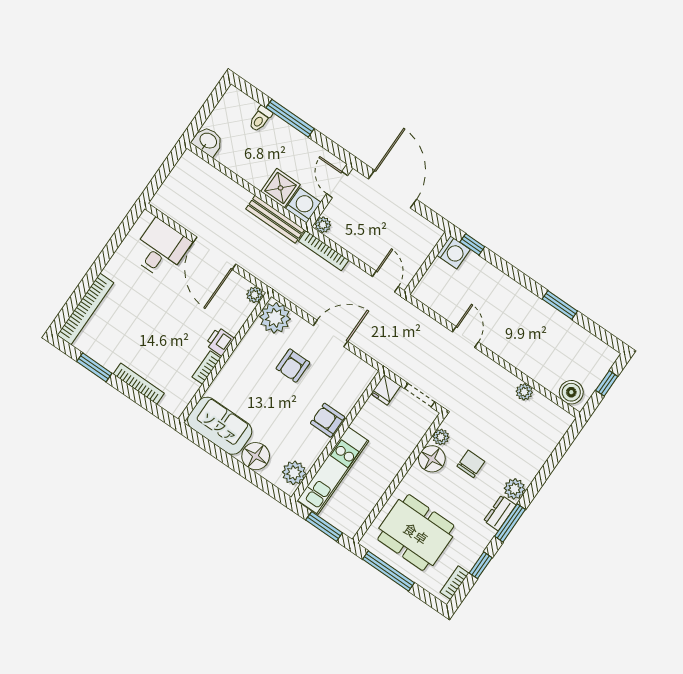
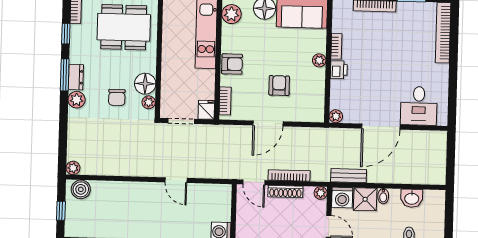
washbasin: (208, 141) -> (412, 198), moved
bidet: (259, 179) -> (383, 196), added
bench: (275, 219) -> (349, 176), width x0.73
shoe rack: (359, 250) -> (285, 192), added
bookcase: (324, 251) -> (289, 175), moved
door: (214, 253) -> (381, 127), swing flipped
plant: (275, 318) -> (319, 60), moved, width x0.53, depth x0.53
bookcase: (360, 386) -> (225, 101), added
plant: (524, 392) -> (73, 168), moved

